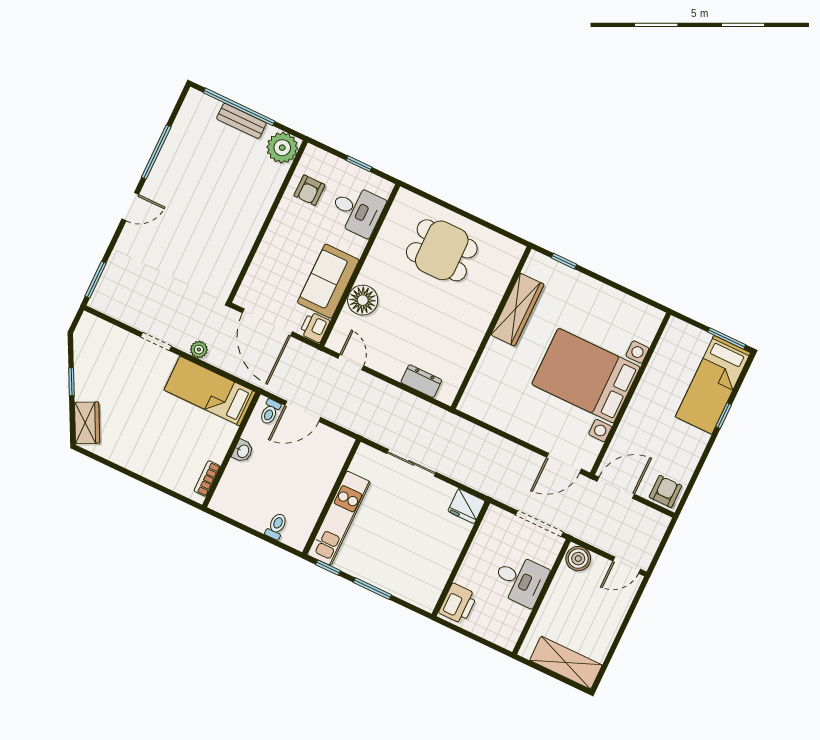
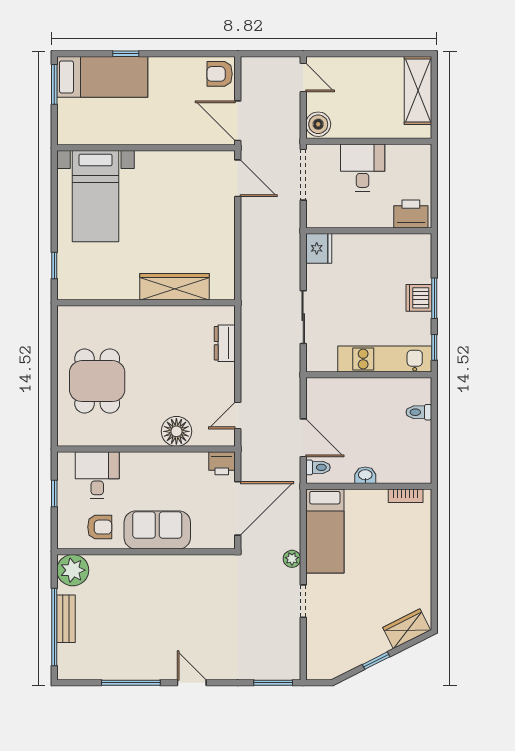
sofa: (328, 281) -> (157, 530), moved, turned 180
wardrobe: (517, 310) -> (174, 287), moved
bed with nightstands: (586, 376) -> (96, 196), moved, width x0.73
dishwasher: (379, 575) -> (419, 298), added

